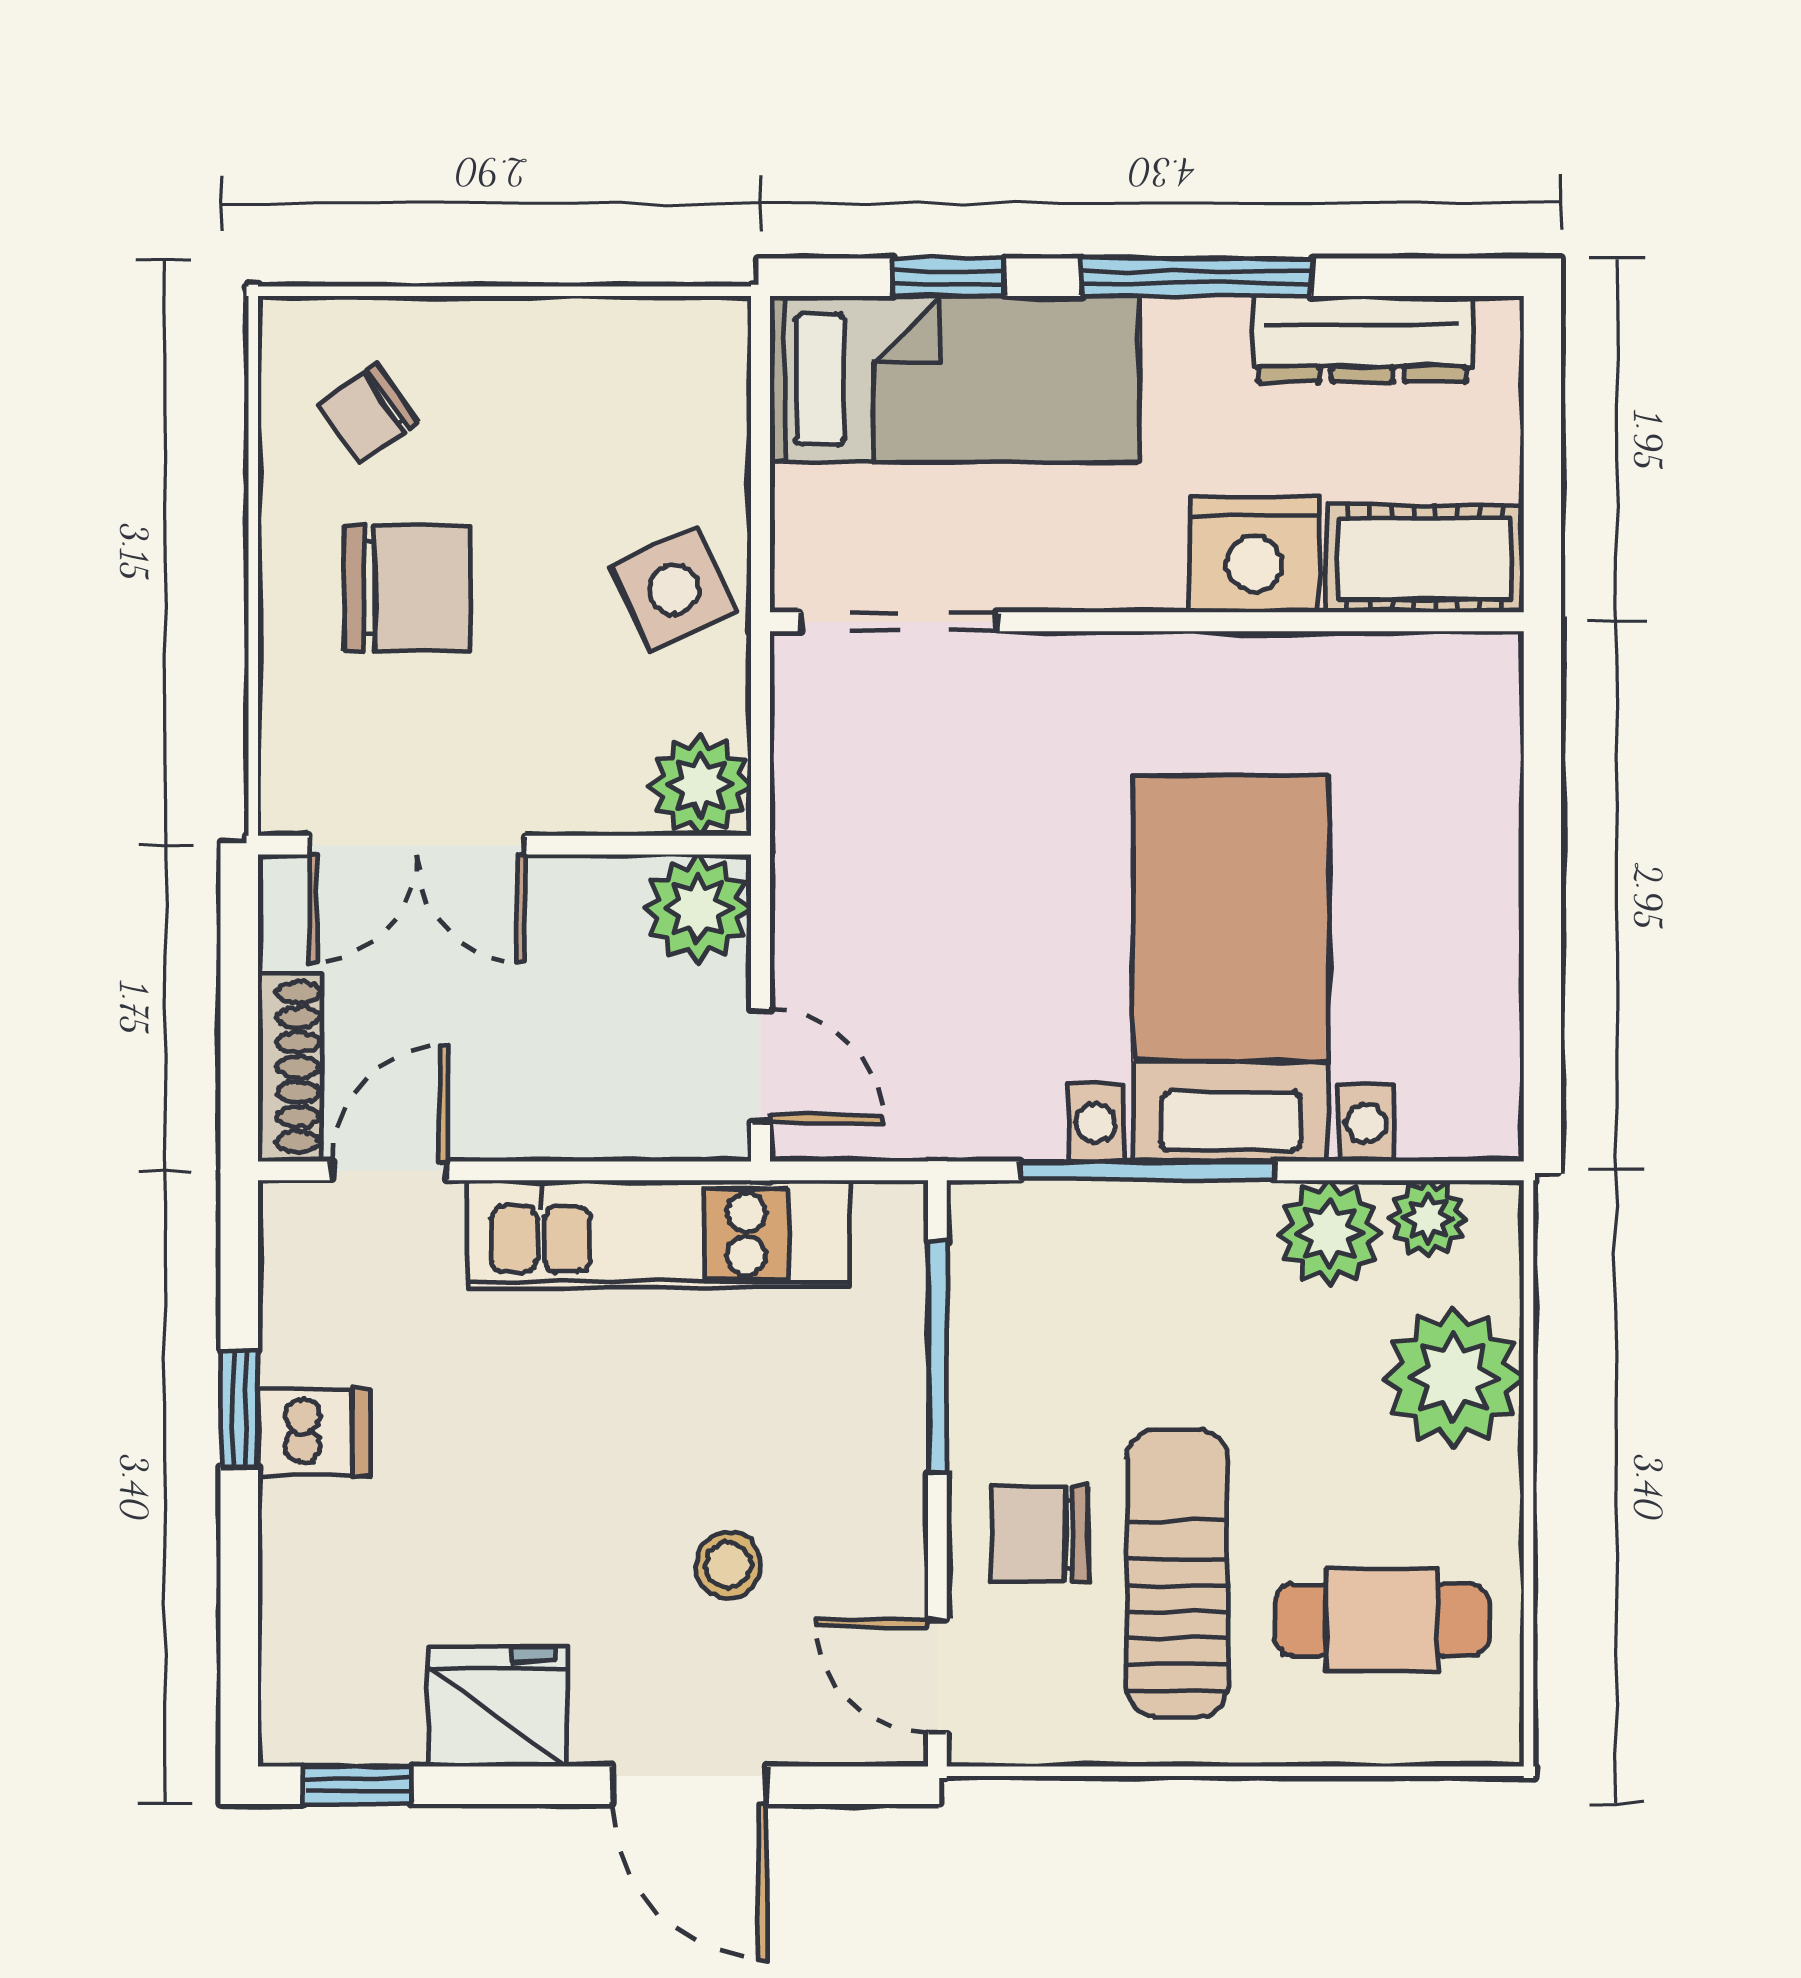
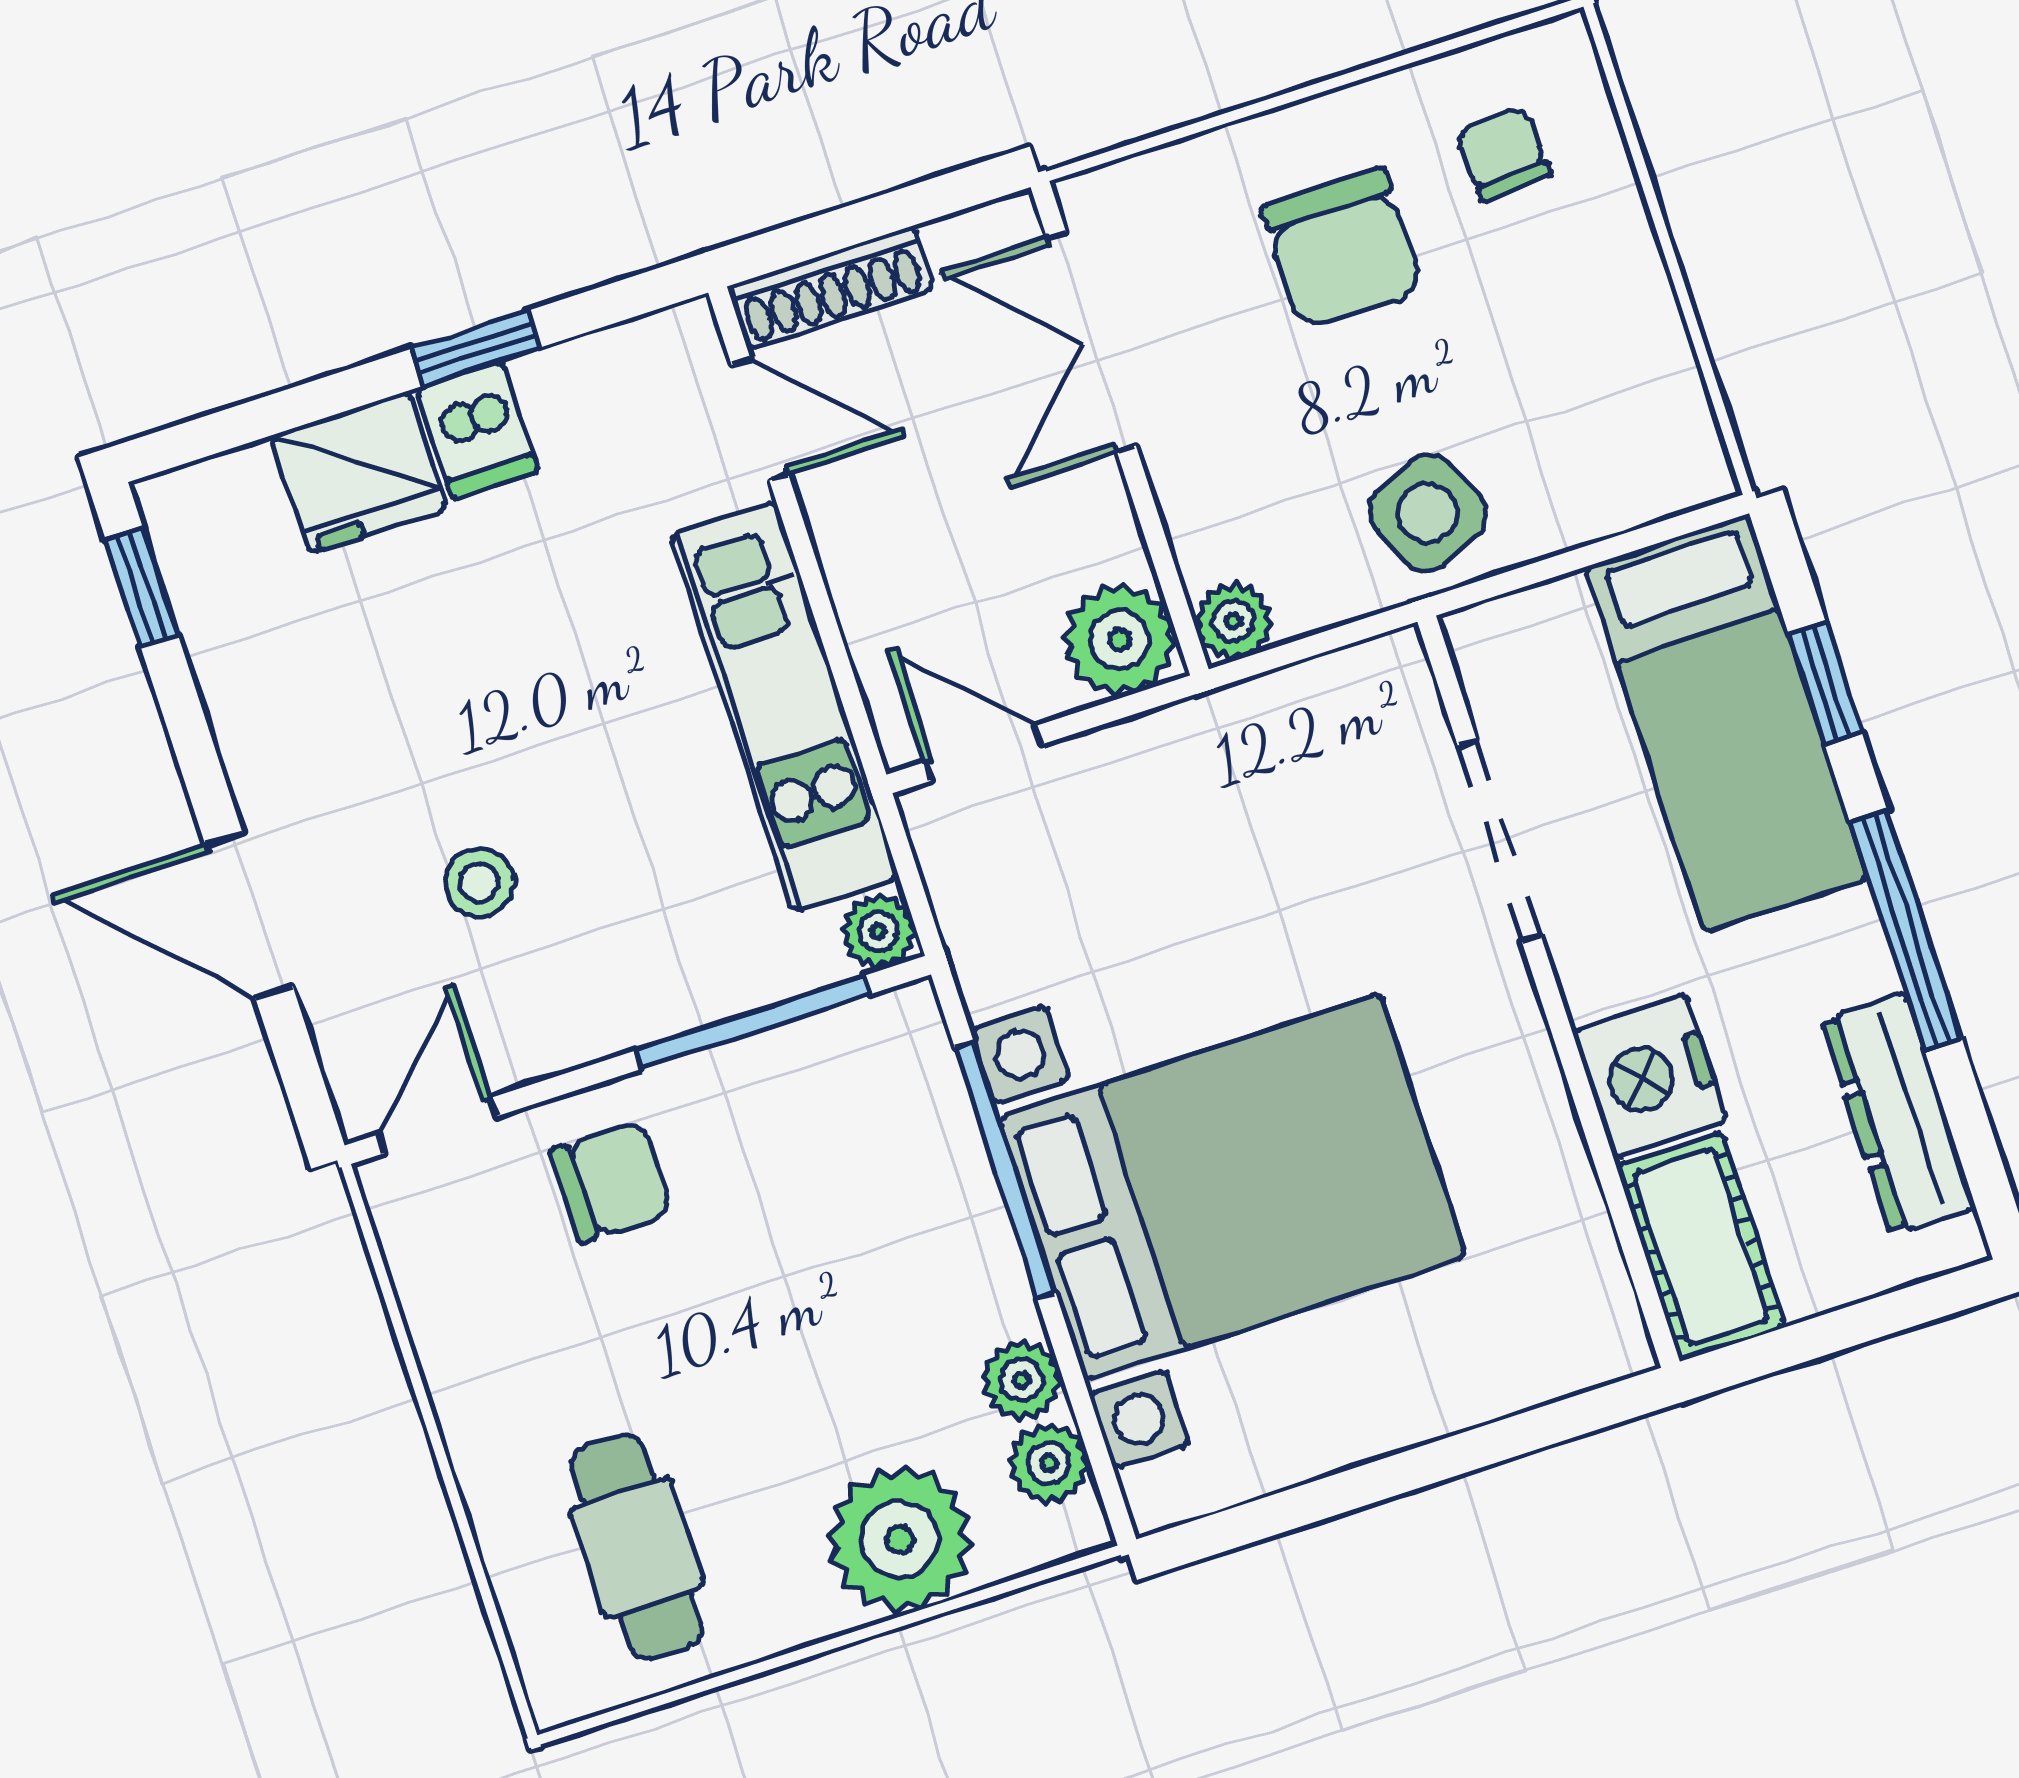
chair: (368, 413) -> (1503, 154), turned 31
doorway: (899, 622) -> (1499, 841), moved
plant: (701, 785) -> (1233, 621), width x0.73, depth x0.73
bed with nightstands: (1231, 969) -> (1232, 1187), width x1.36
door: (761, 1067) -> (983, 753), swing flipped
plant: (892, 1215) -> (878, 931), added
plant: (1330, 1233) -> (1022, 1380), width x0.73, depth x0.73
chair: (1040, 1534) -> (611, 1182), turned 90
sun lounger: (1177, 1573) -> (617, 1330), removed
fridge: (498, 1707) -> (359, 472), moved, turned 90
door: (689, 1785) -> (249, 915), hinge flipped

